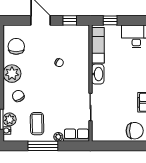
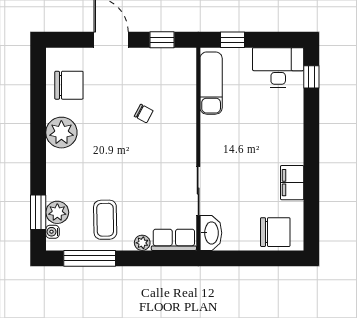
chair: (16, 46) -> (69, 85), turned 90
washbasin: (98, 74) -> (211, 233), moved
chair: (18, 96) -> (73, 172), removed
window: (43, 146) -> (90, 258), moved

